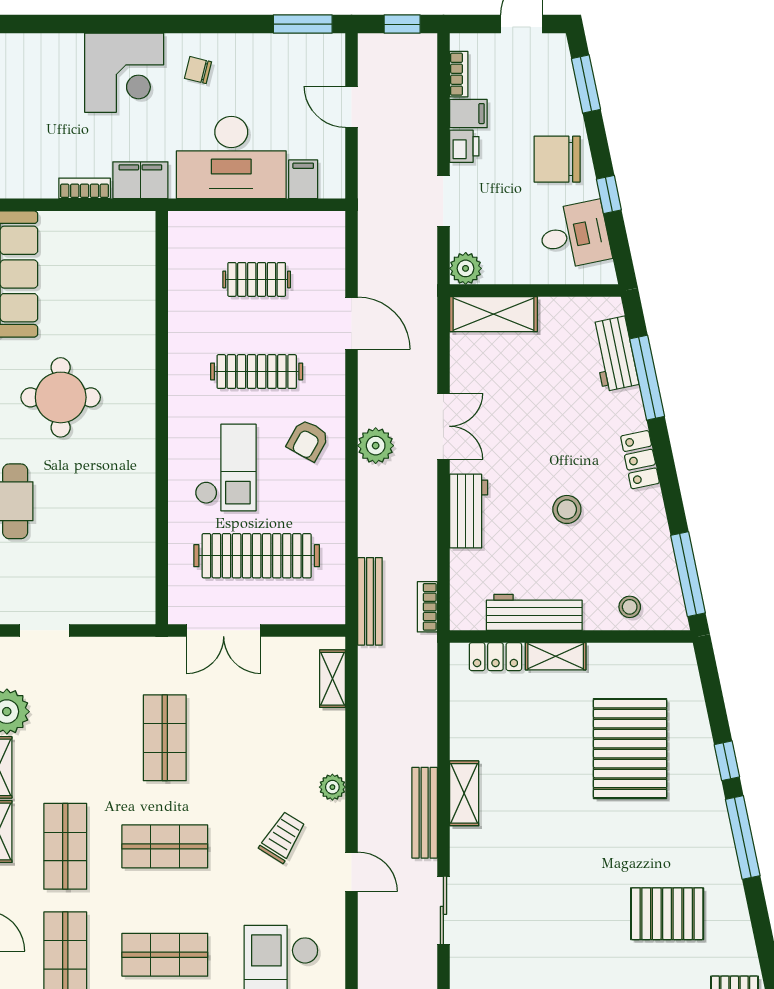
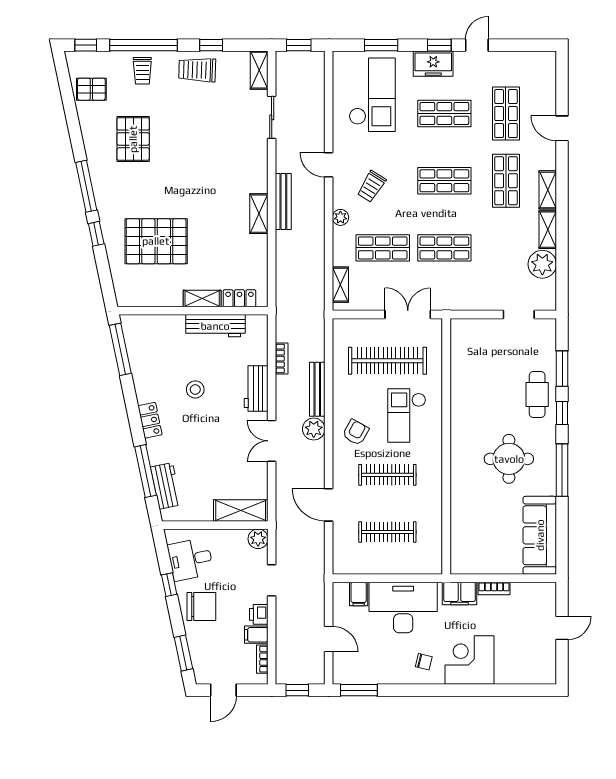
clothes rail: (257, 279) -> (387, 532), width x1.36
bench: (370, 601) -> (317, 389), moved
bookcase: (427, 607) -> (282, 359), moved
stool: (630, 607) -> (156, 329), removed
shop shelf: (165, 738) -> (444, 248), turned 90
shop shelf: (264, 738) -> (383, 248), added
pallet: (630, 749) -> (156, 241), turned 90
sliding door: (443, 910) -> (272, 117), moved
pallet: (667, 914) -> (133, 139), turned 90

